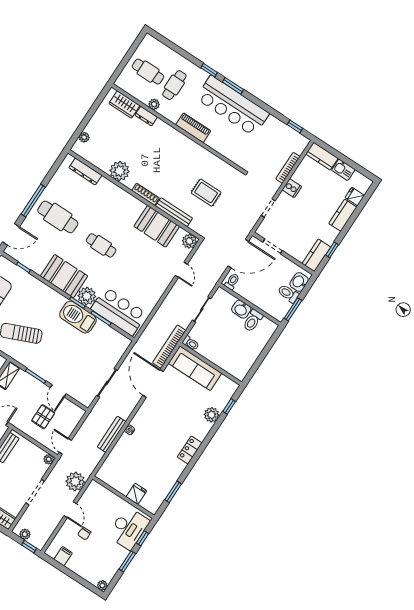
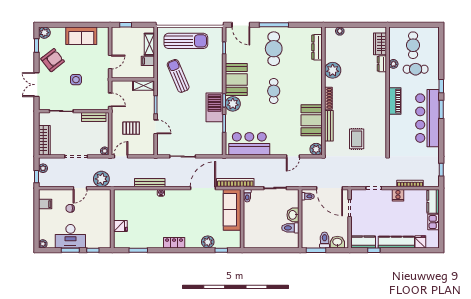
kitchen counter: (343, 215) -> (396, 242), width x1.50
bar counter: (119, 311) -> (249, 144), moved, turned -90
door: (58, 391) -> (156, 127), swing flipped
desk: (129, 528) -> (70, 236), moved

